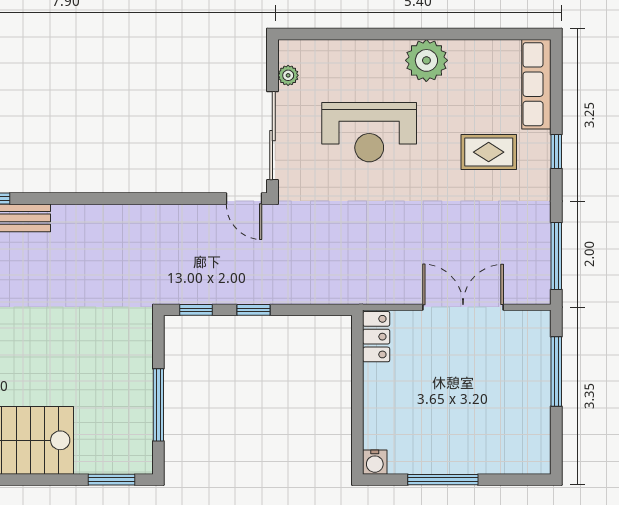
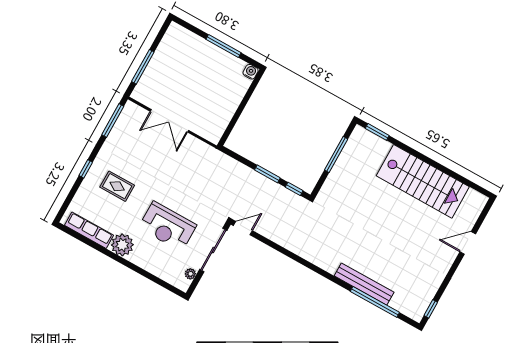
row of seats: (536, 84) -> (89, 230), moved, turned -90
reception desk: (369, 132) -> (168, 226), turned 180
door: (244, 198) -> (243, 228), hinge flipped
window: (254, 310) -> (267, 174), width x1.50
locker: (376, 337) -> (217, 130), removed

